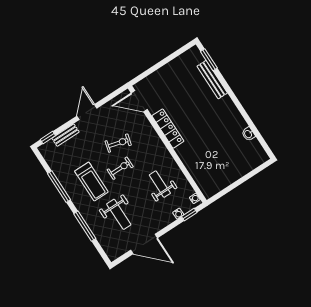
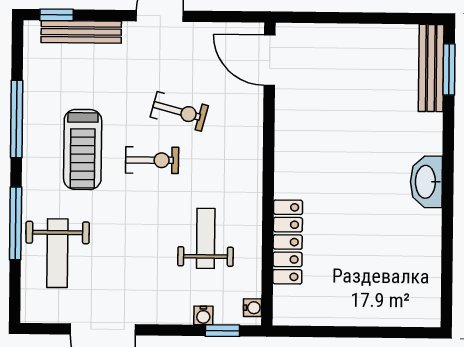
bench: (212, 80) -> (431, 68), moved
locker: (168, 129) -> (288, 242), moved
washbasin: (248, 134) -> (426, 182), moved, width x1.91, depth x1.45
bench: (65, 135) -> (81, 32), width x1.36
weight bench: (119, 214) -> (57, 253), moved

